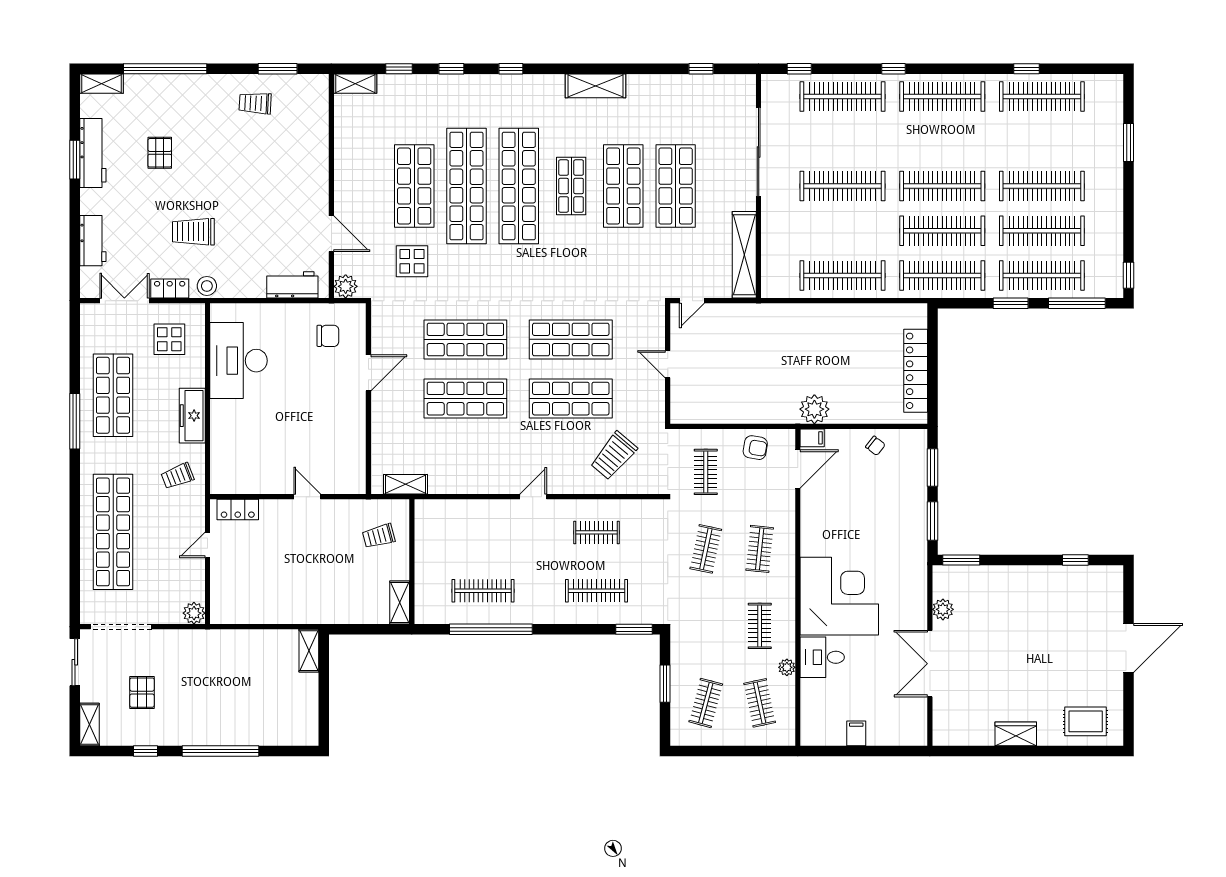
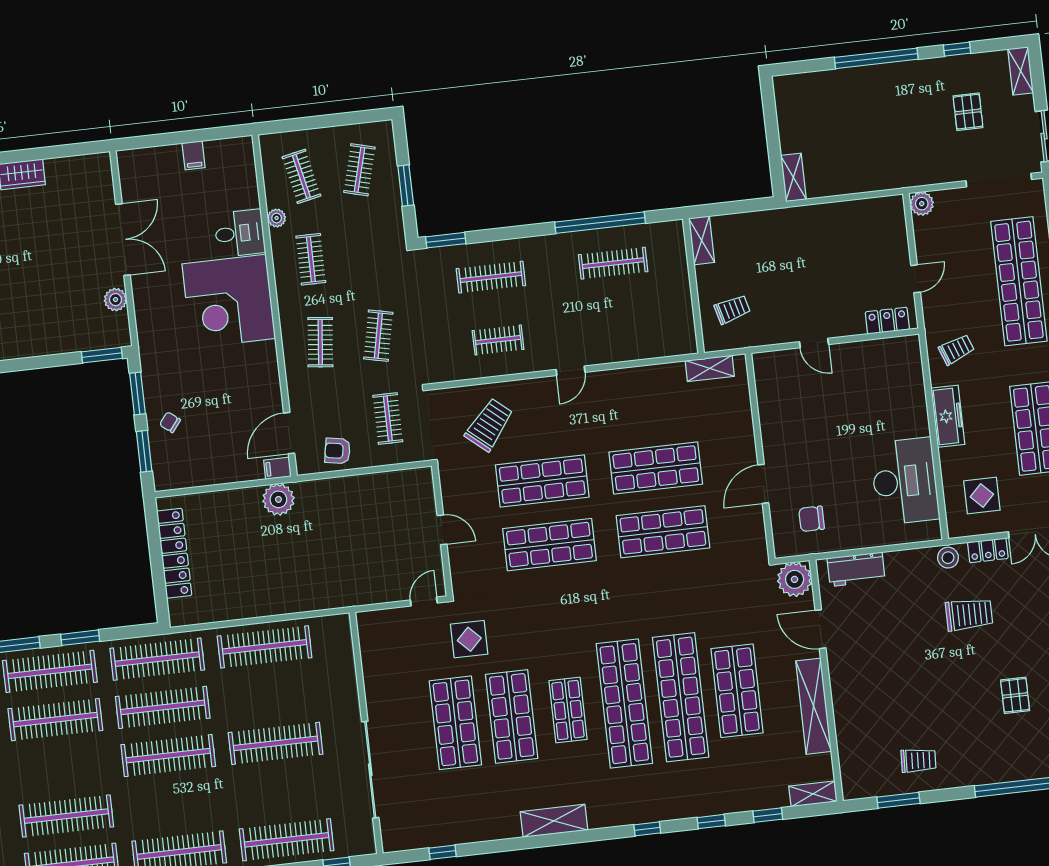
clothes rail: (1042, 186) -> (66, 816), moved
shelving: (744, 255) -> (814, 706), moved
display table: (412, 261) -> (469, 639), moved
plant: (346, 286) -> (795, 579), width x1.36, depth x1.36
chair: (875, 446) -> (170, 422), moved

